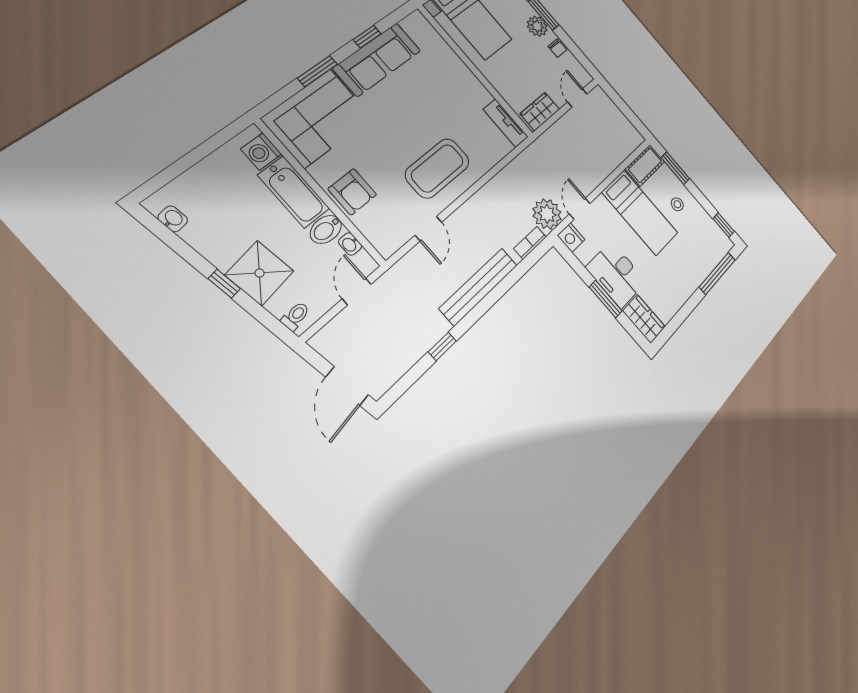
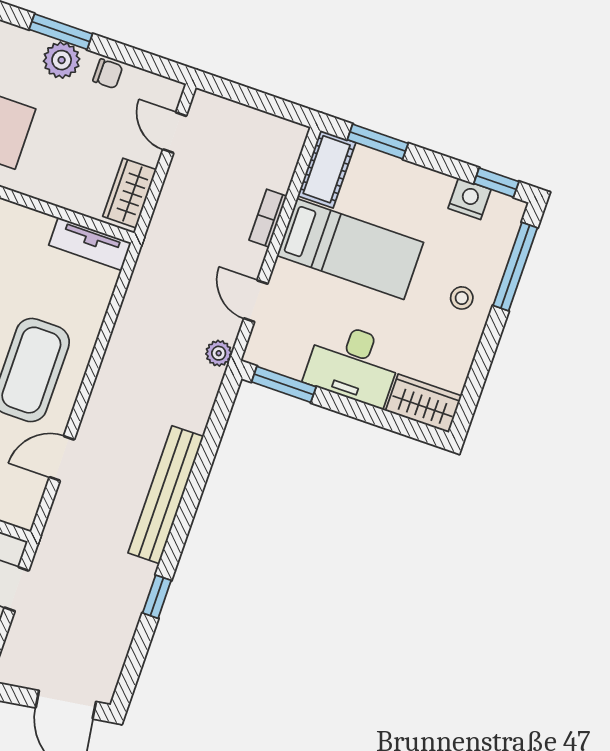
stool: (677, 204) -> (462, 298), moved
plant: (547, 214) -> (219, 353), width x0.53, depth x0.53
door: (428, 229) -> (62, 458), swing flipped
nightstand: (571, 238) -> (470, 199), moved, turned 180
bookcase: (530, 243) -> (268, 218), moved
window: (606, 299) -> (284, 384), moved

